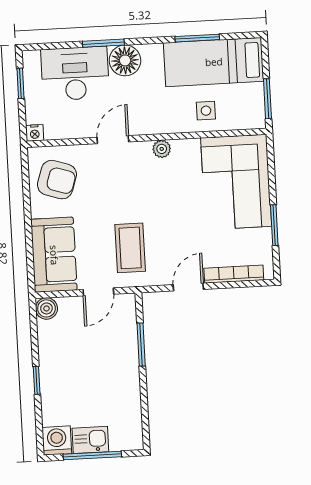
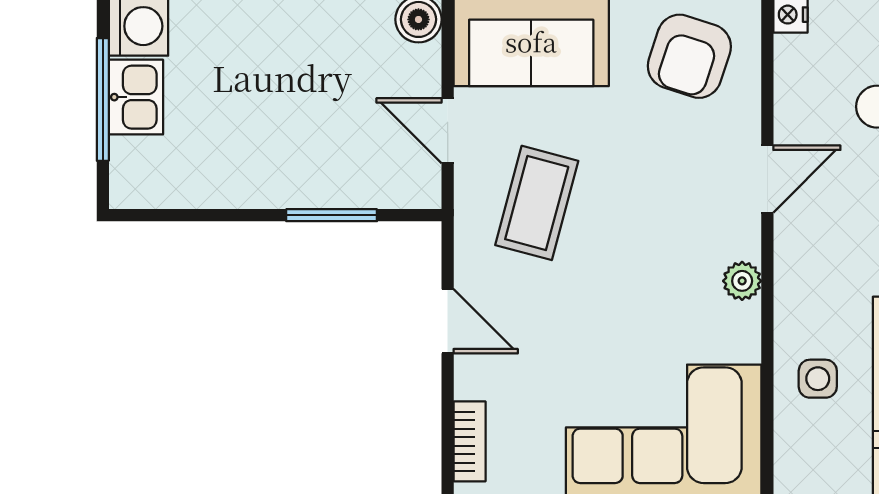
door: (113, 140) -> (767, 179), hinge flipped
coffee table: (130, 248) -> (537, 203), turned -75
bookcase: (234, 274) -> (470, 441), width x0.64

